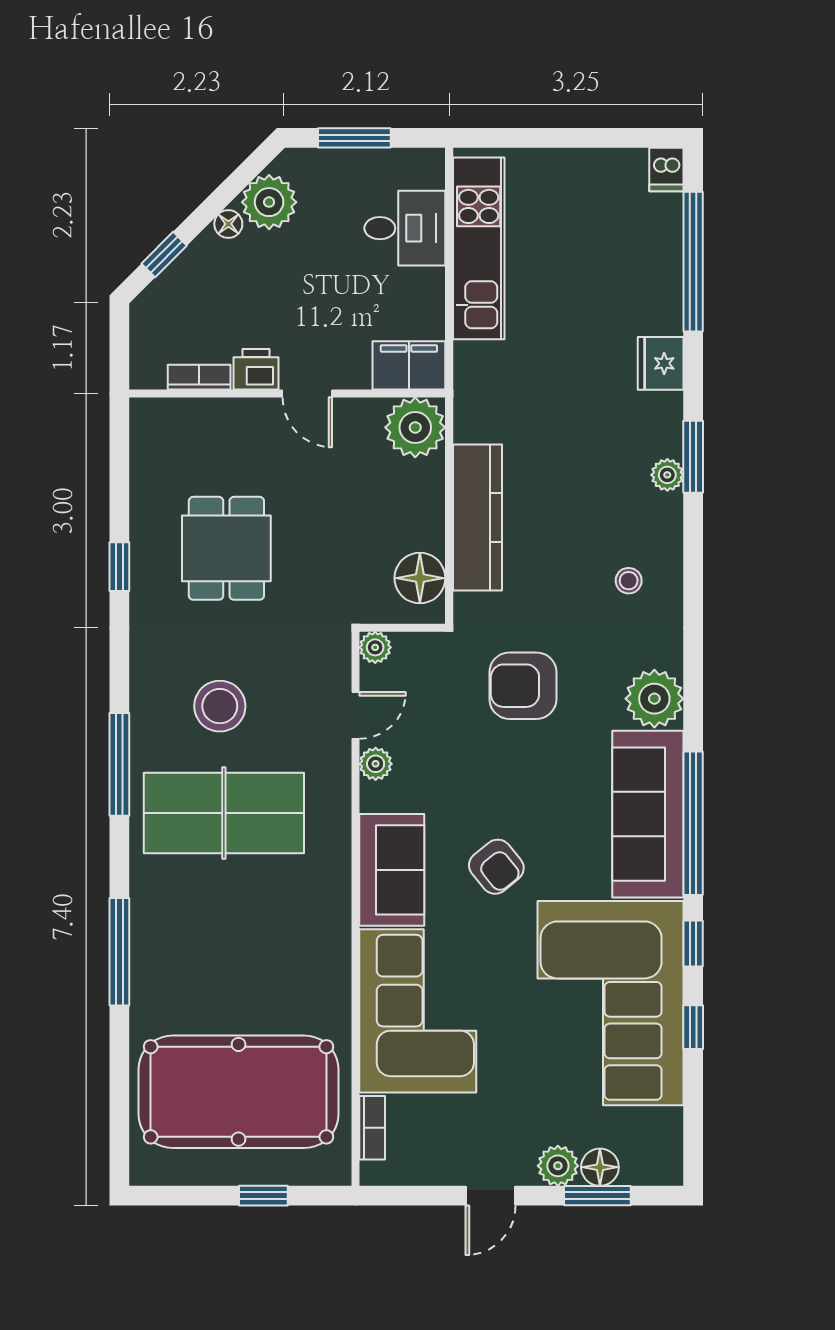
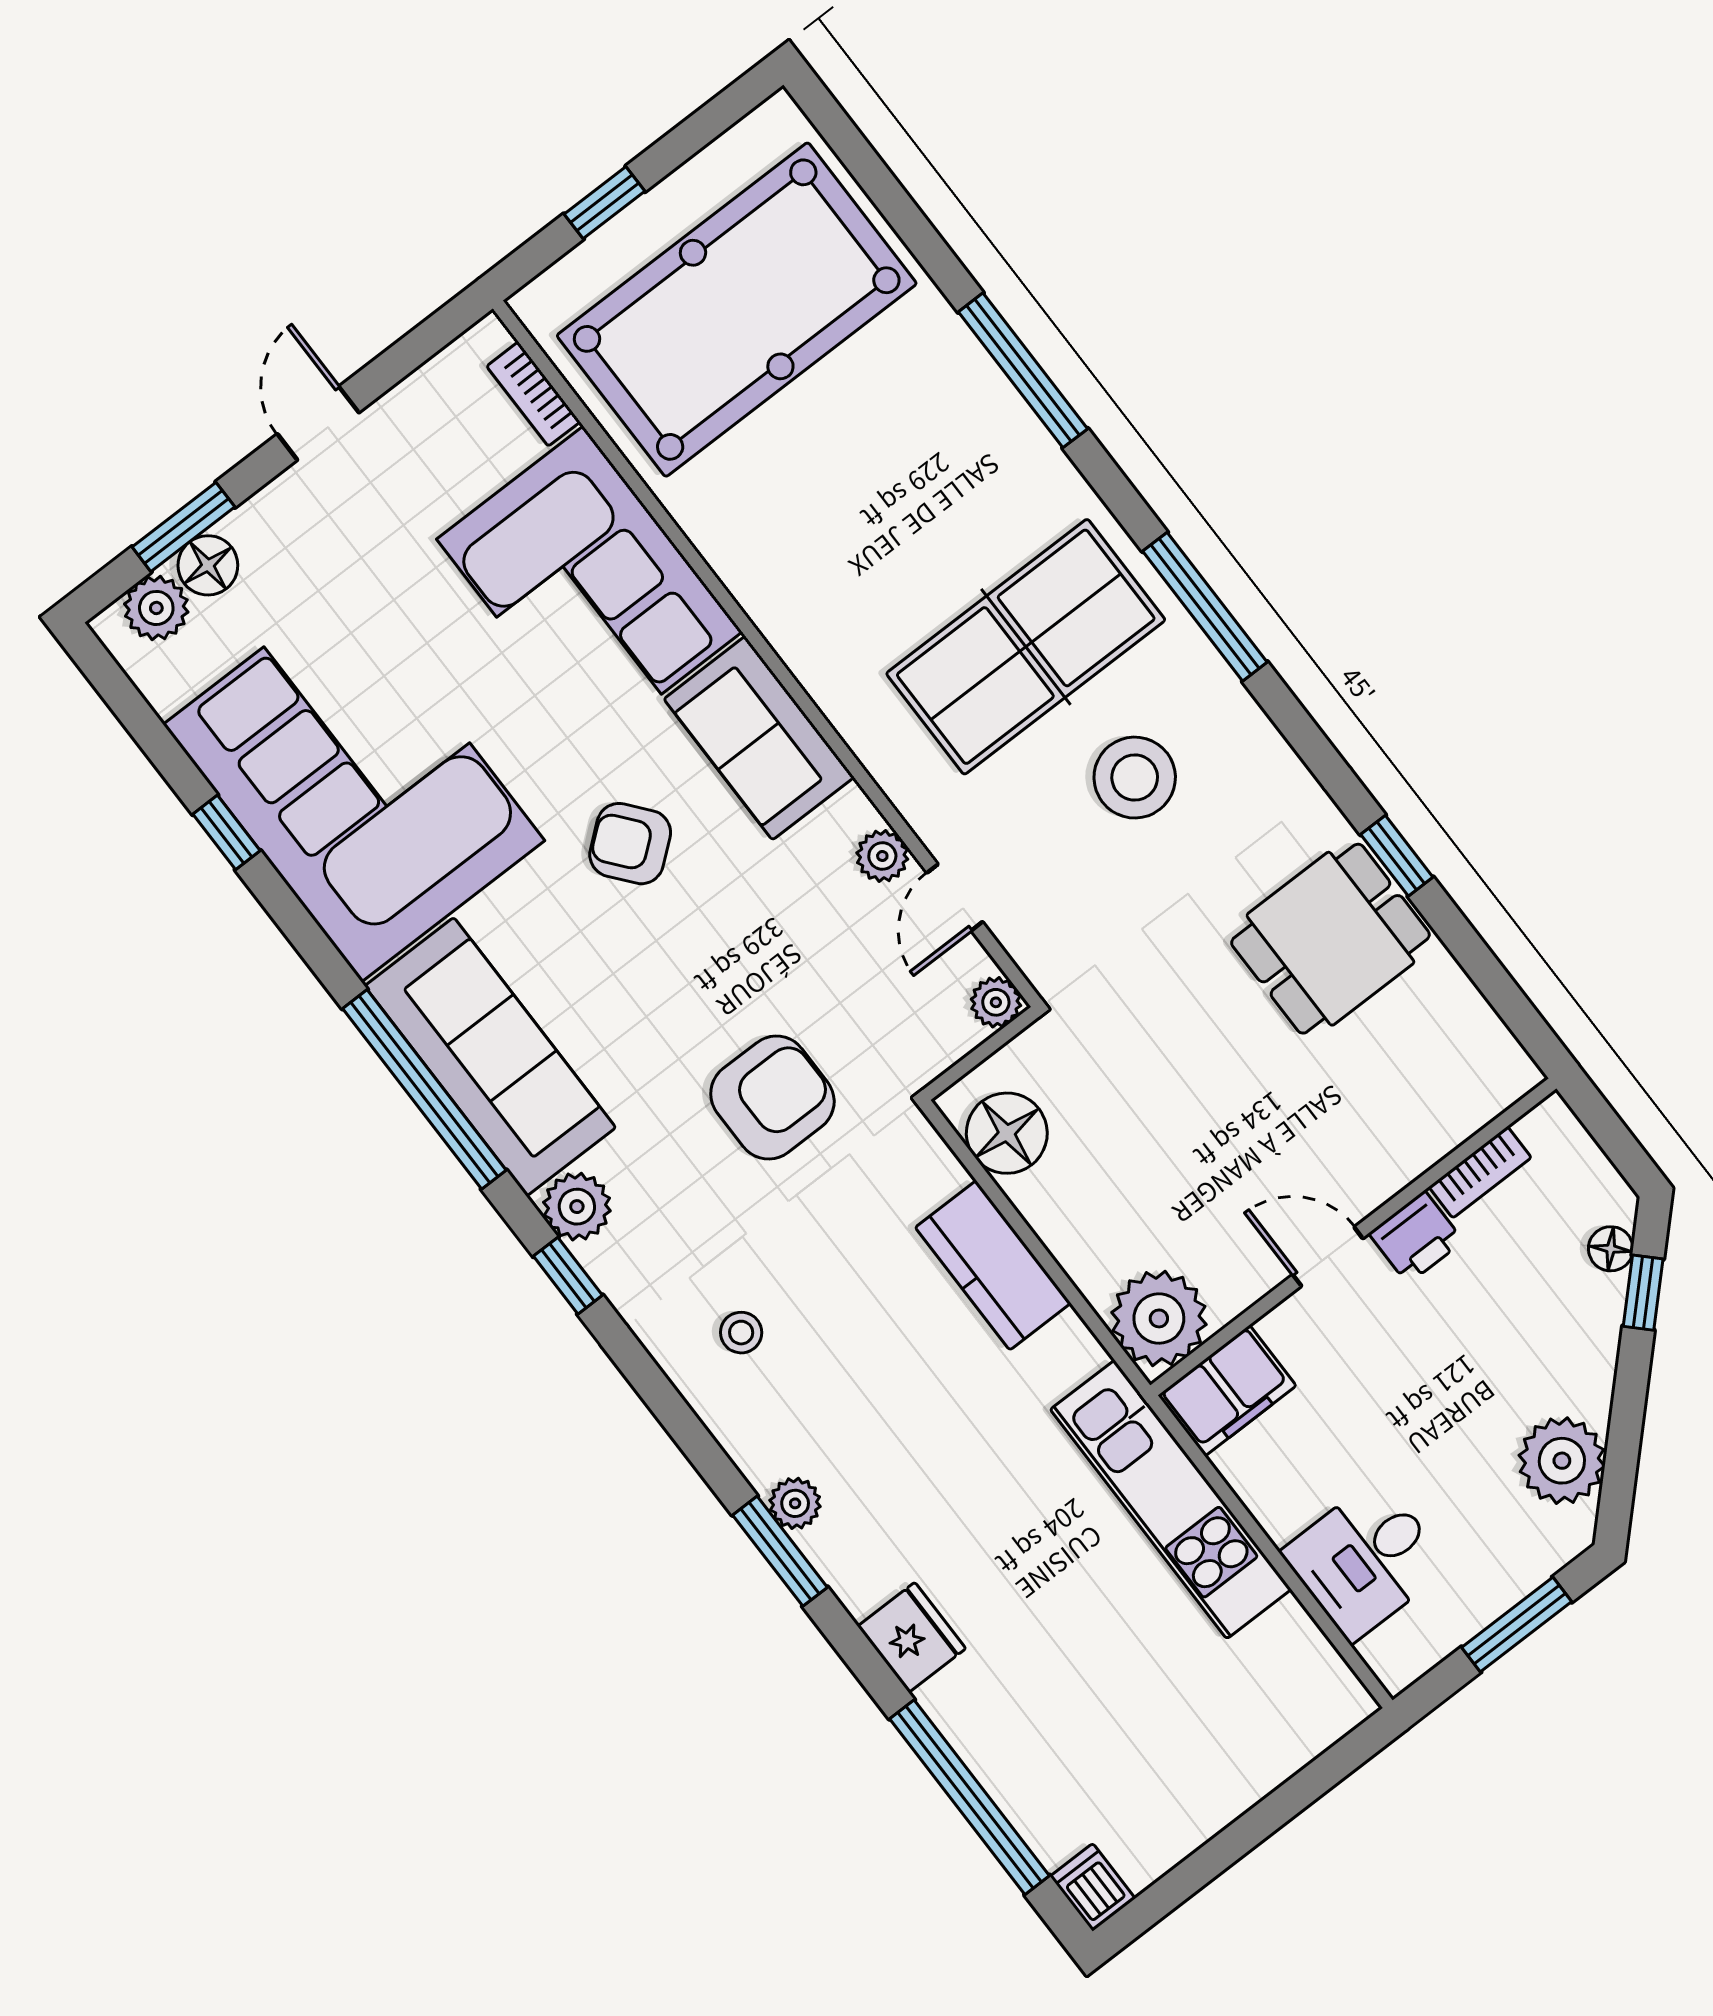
floor lamp: (228, 224) -> (1611, 1249), moved
kitchen unit: (479, 248) -> (1171, 1499), moved
kitchen counter: (477, 518) -> (993, 1265), width x0.67
dining table: (226, 548) -> (1330, 939), moved, turned 90
plant: (654, 699) -> (577, 1207), width x0.73, depth x0.73
window: (693, 943) -> (568, 1276), moved
plant: (558, 1166) -> (156, 608), moved

